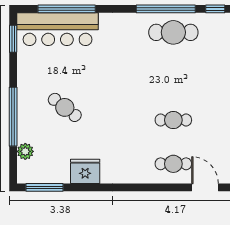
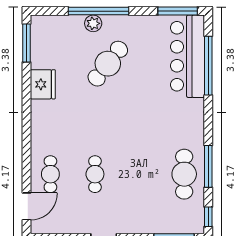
window: (166, 9) -> (208, 166), width x0.68
window: (13, 39) -> (178, 11), width x1.44
cafe table: (65, 107) -> (108, 64), width x1.37, depth x1.35
plant: (25, 151) -> (93, 23), moved

